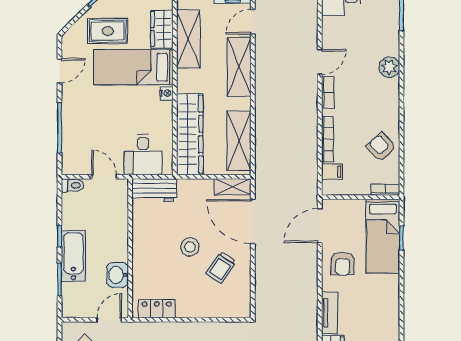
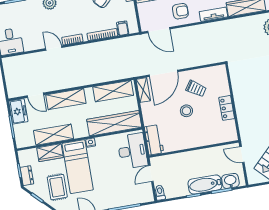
desk: (143, 155) -> (132, 151), width x1.37
washbasin: (117, 275) -> (230, 181), moved, turned 180
locker: (157, 309) -> (227, 108), moved

